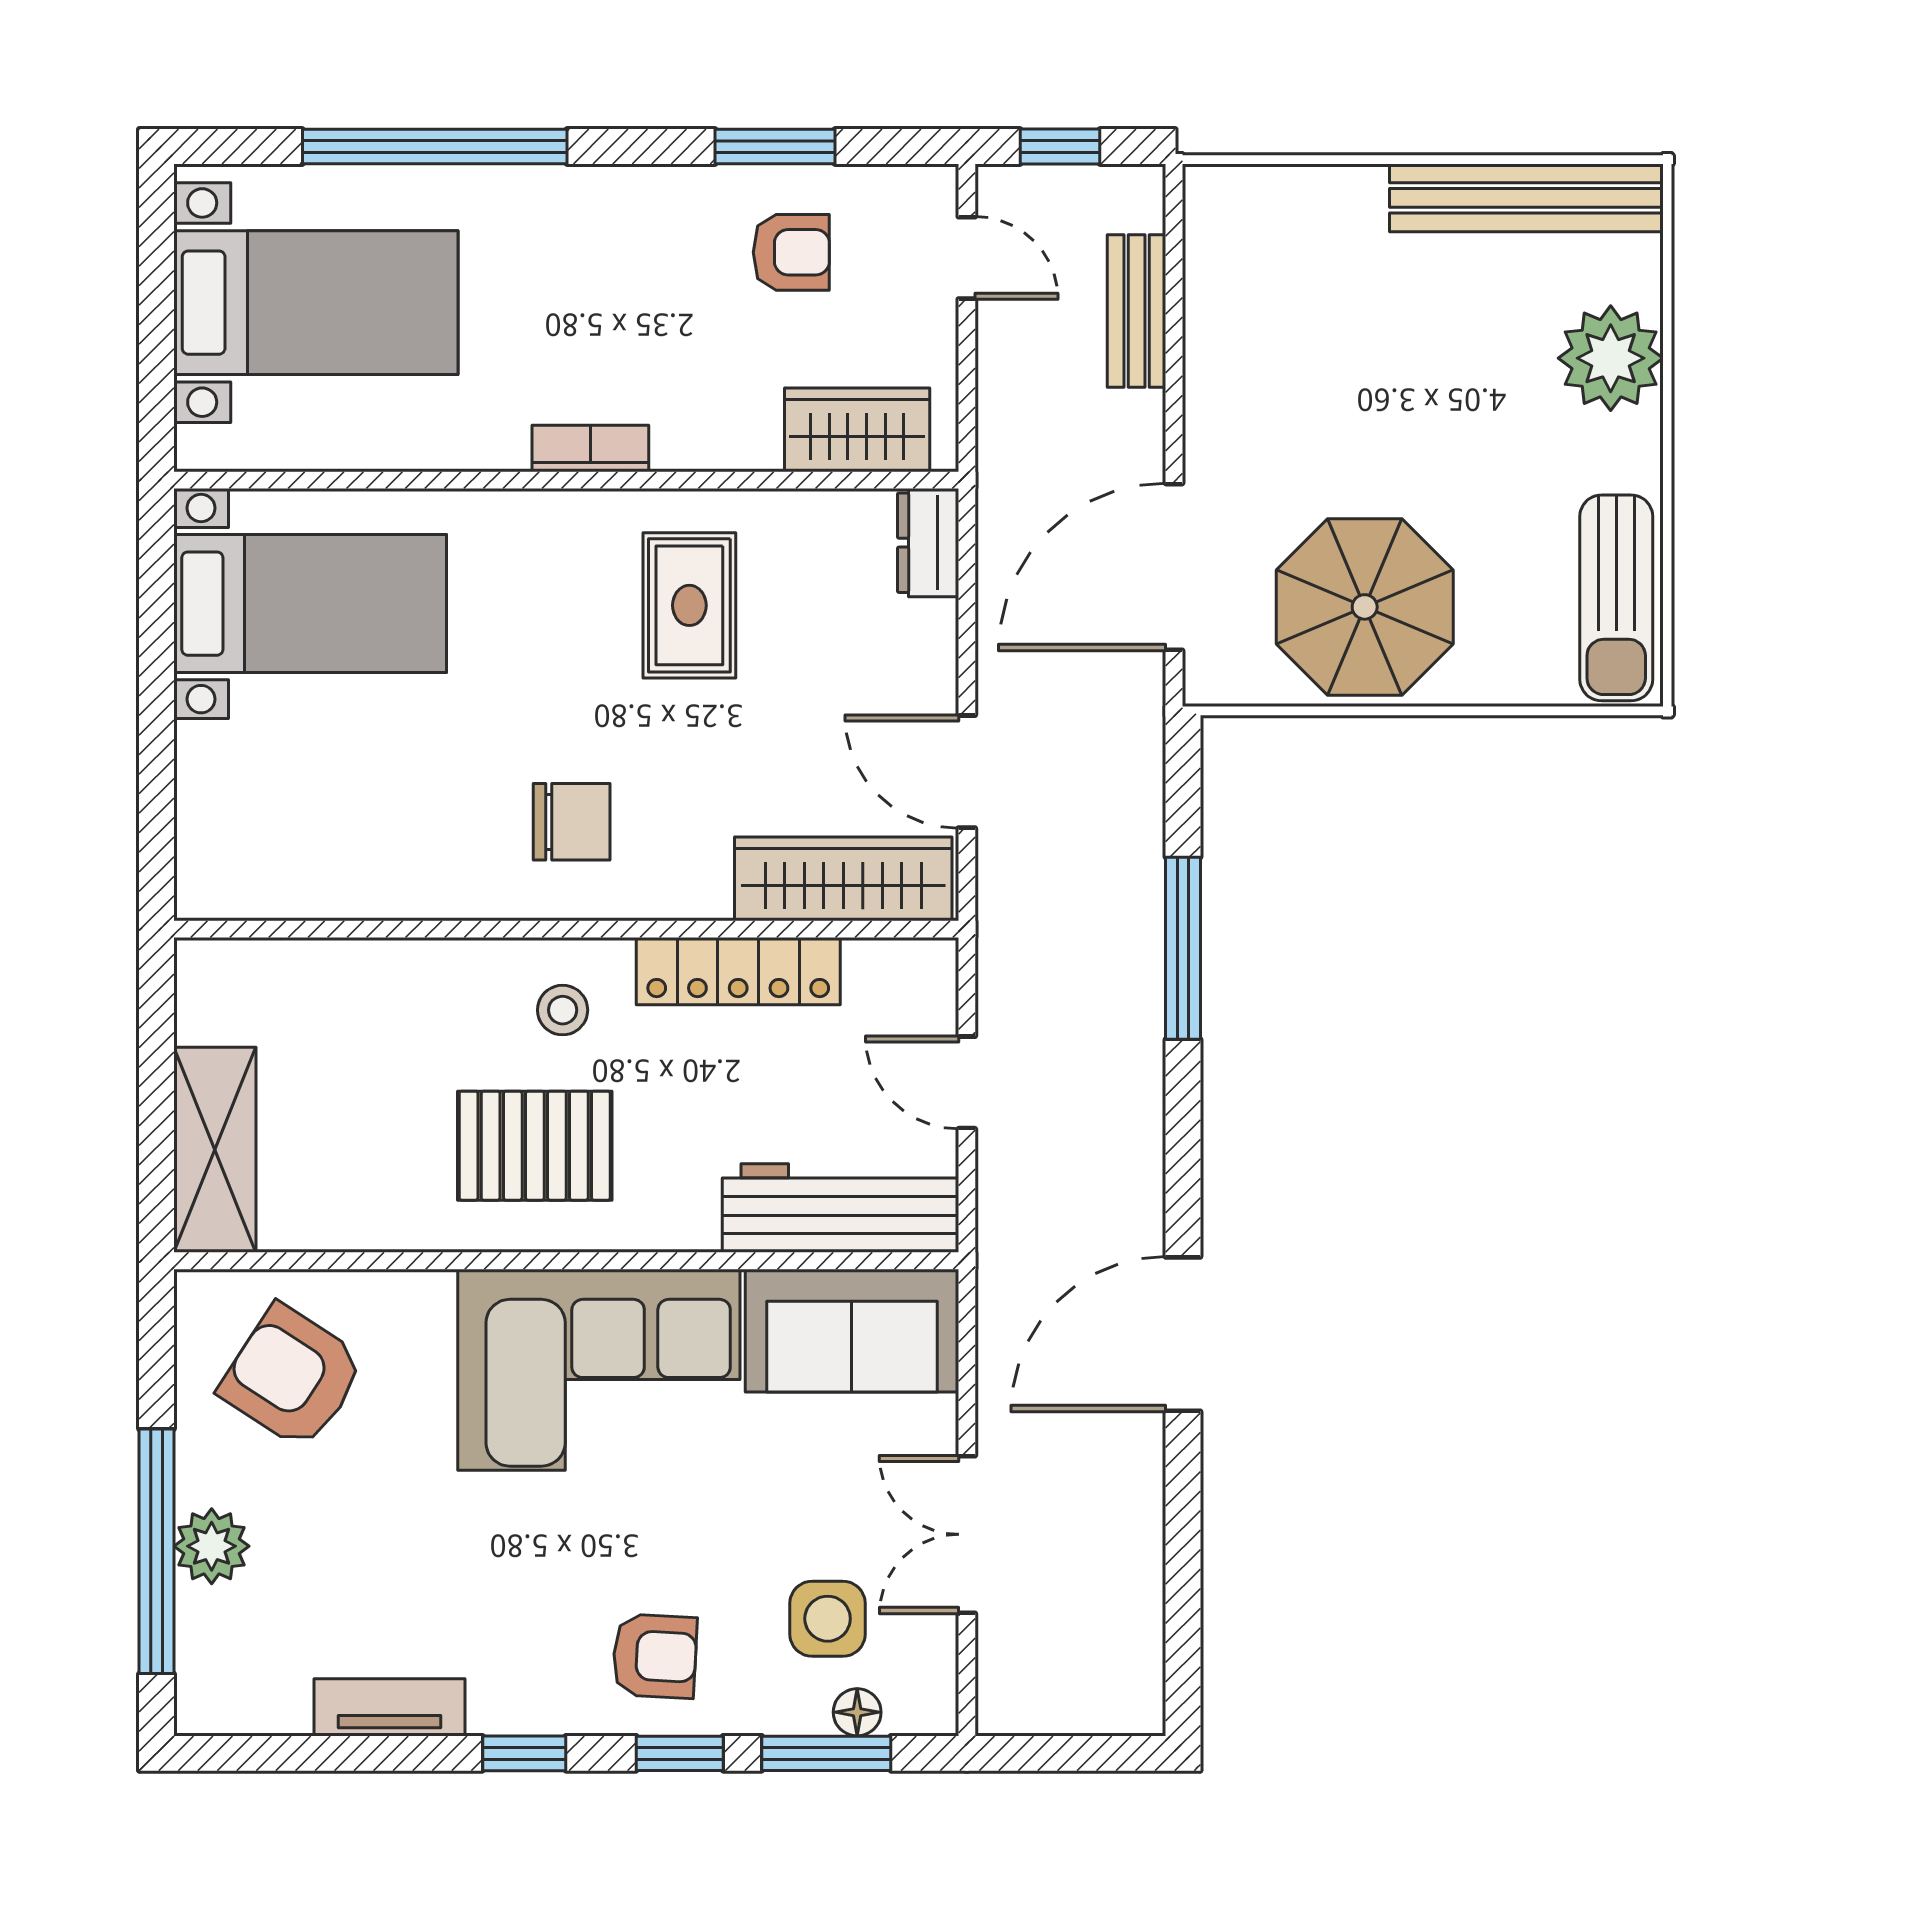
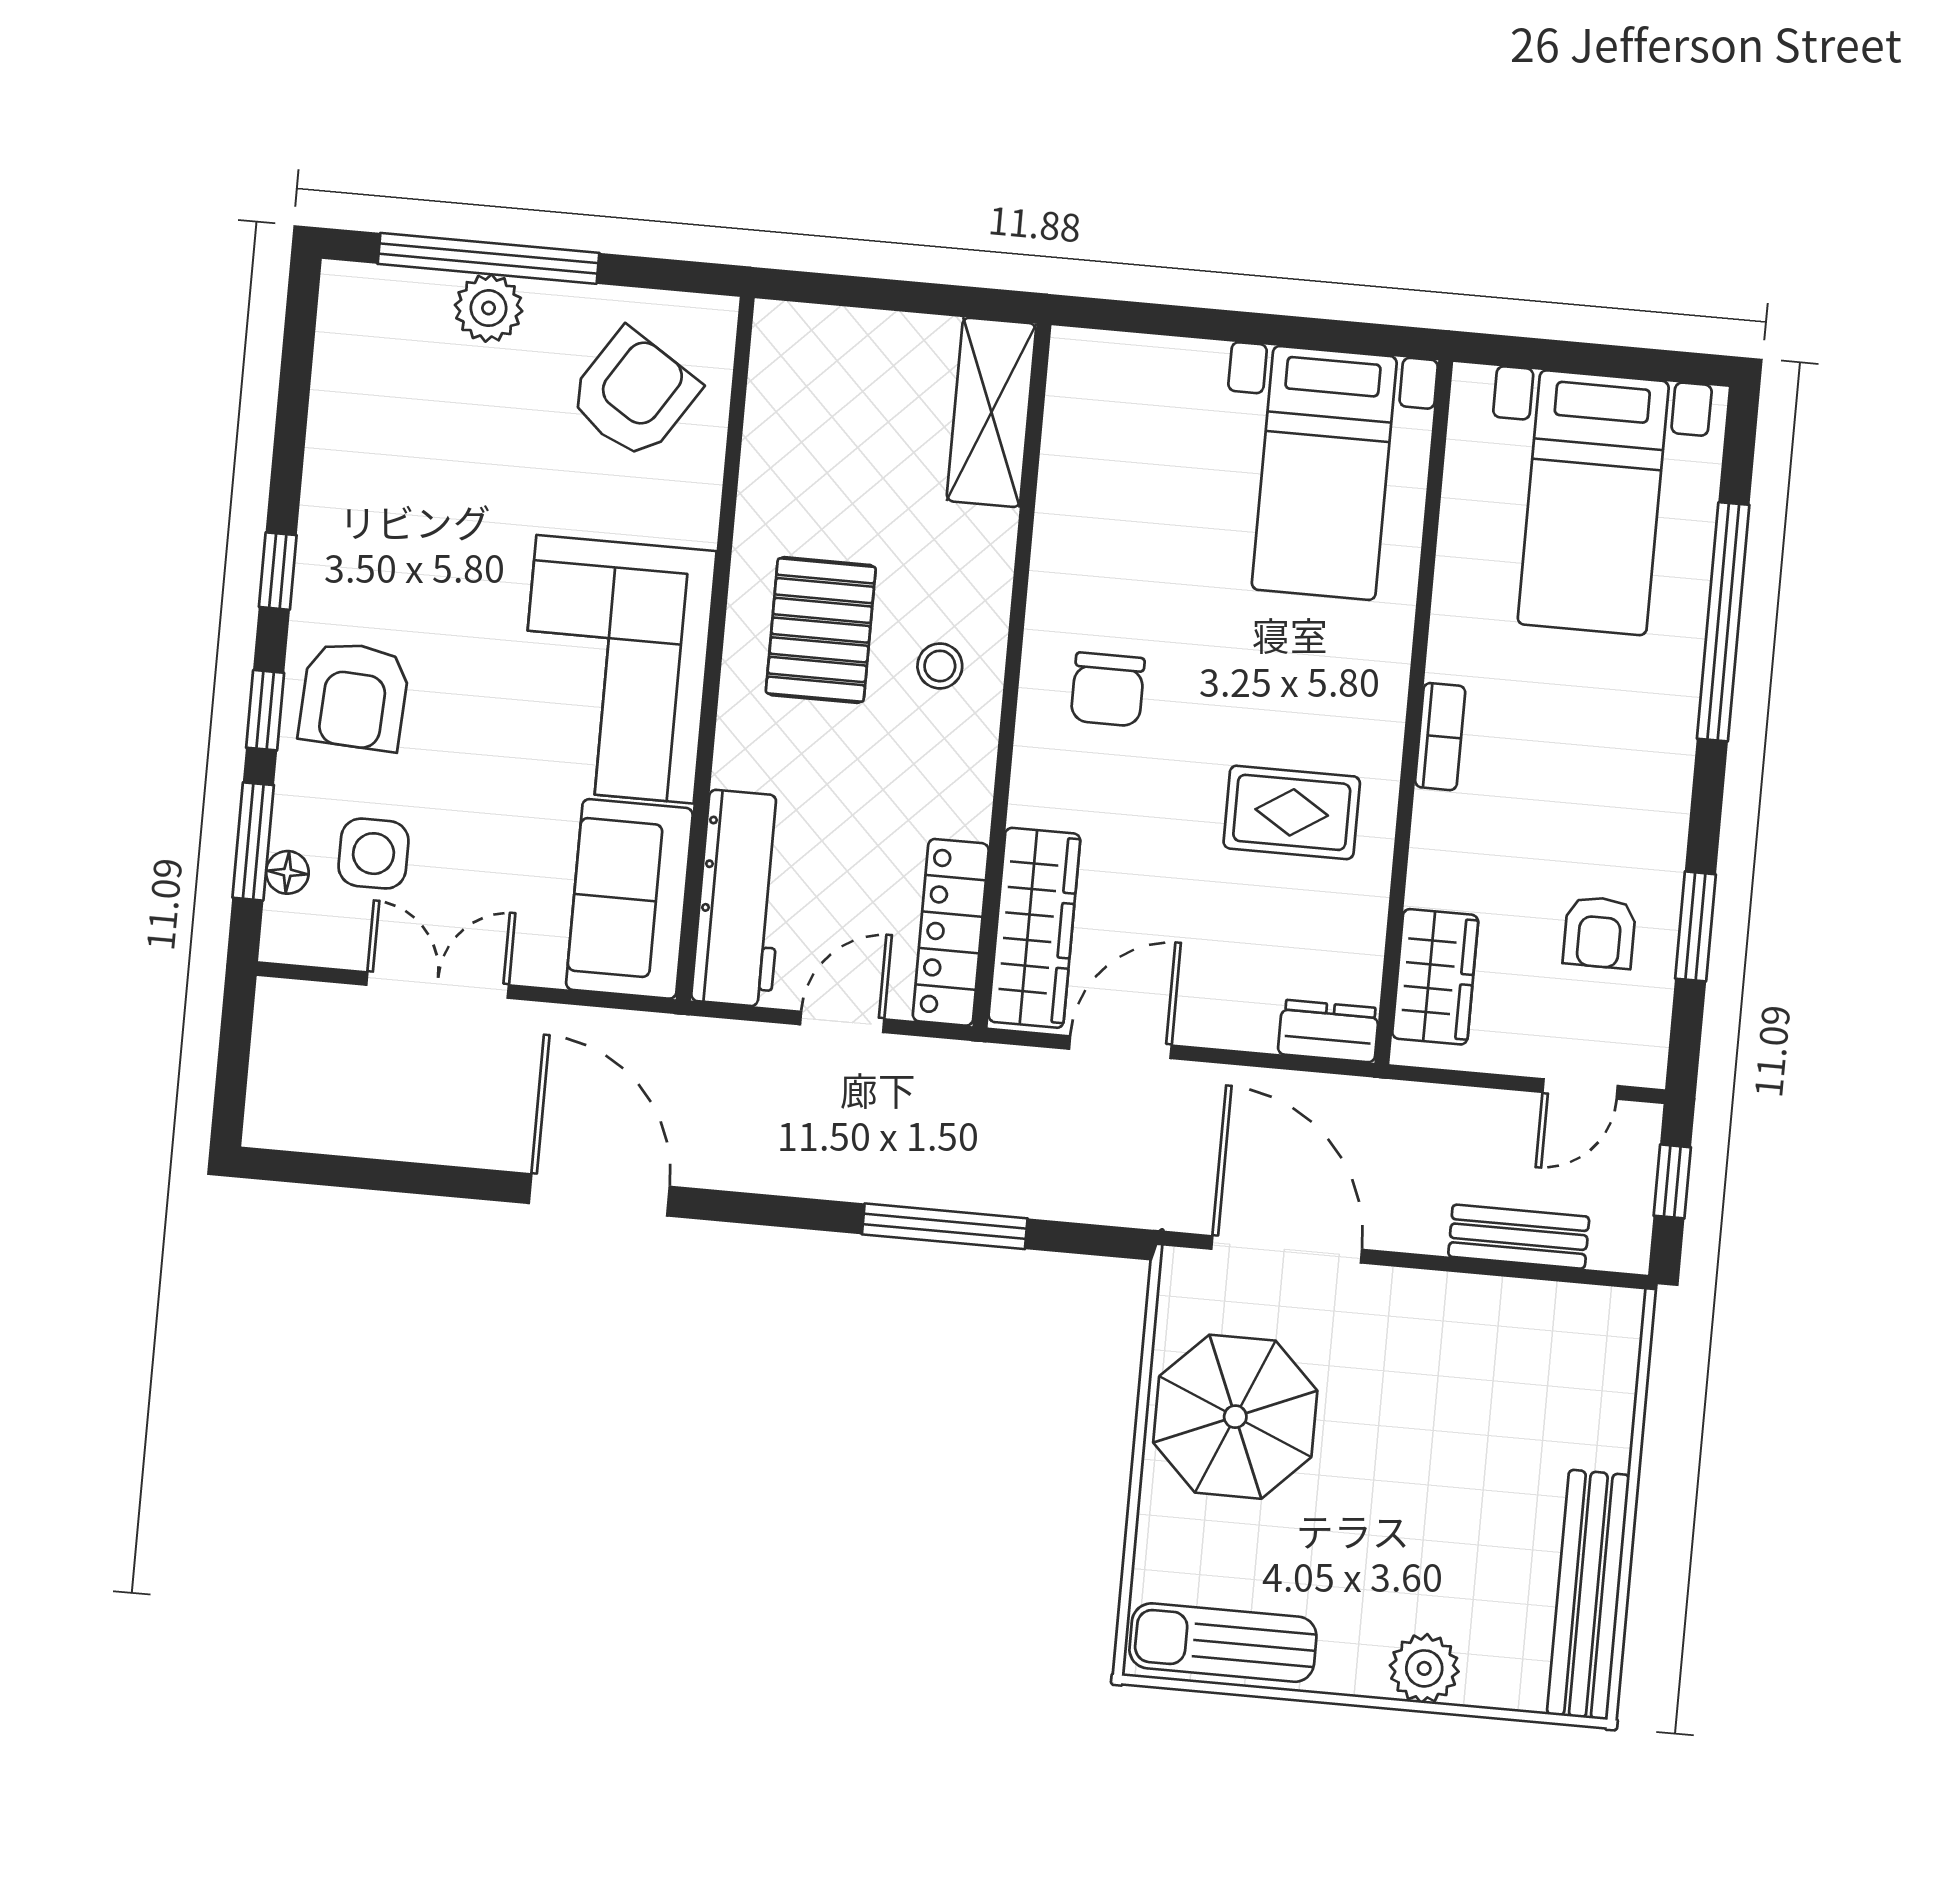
plant: (1611, 358) -> (1424, 1668), width x0.73, depth x0.73
locker: (738, 971) -> (951, 932), moved
shelving: (215, 1150) -> (991, 412), moved, turned 90
armchair: (655, 1656) -> (354, 696), width x1.38, depth x1.38
tv unit: (390, 1707) -> (330, 454), removed

